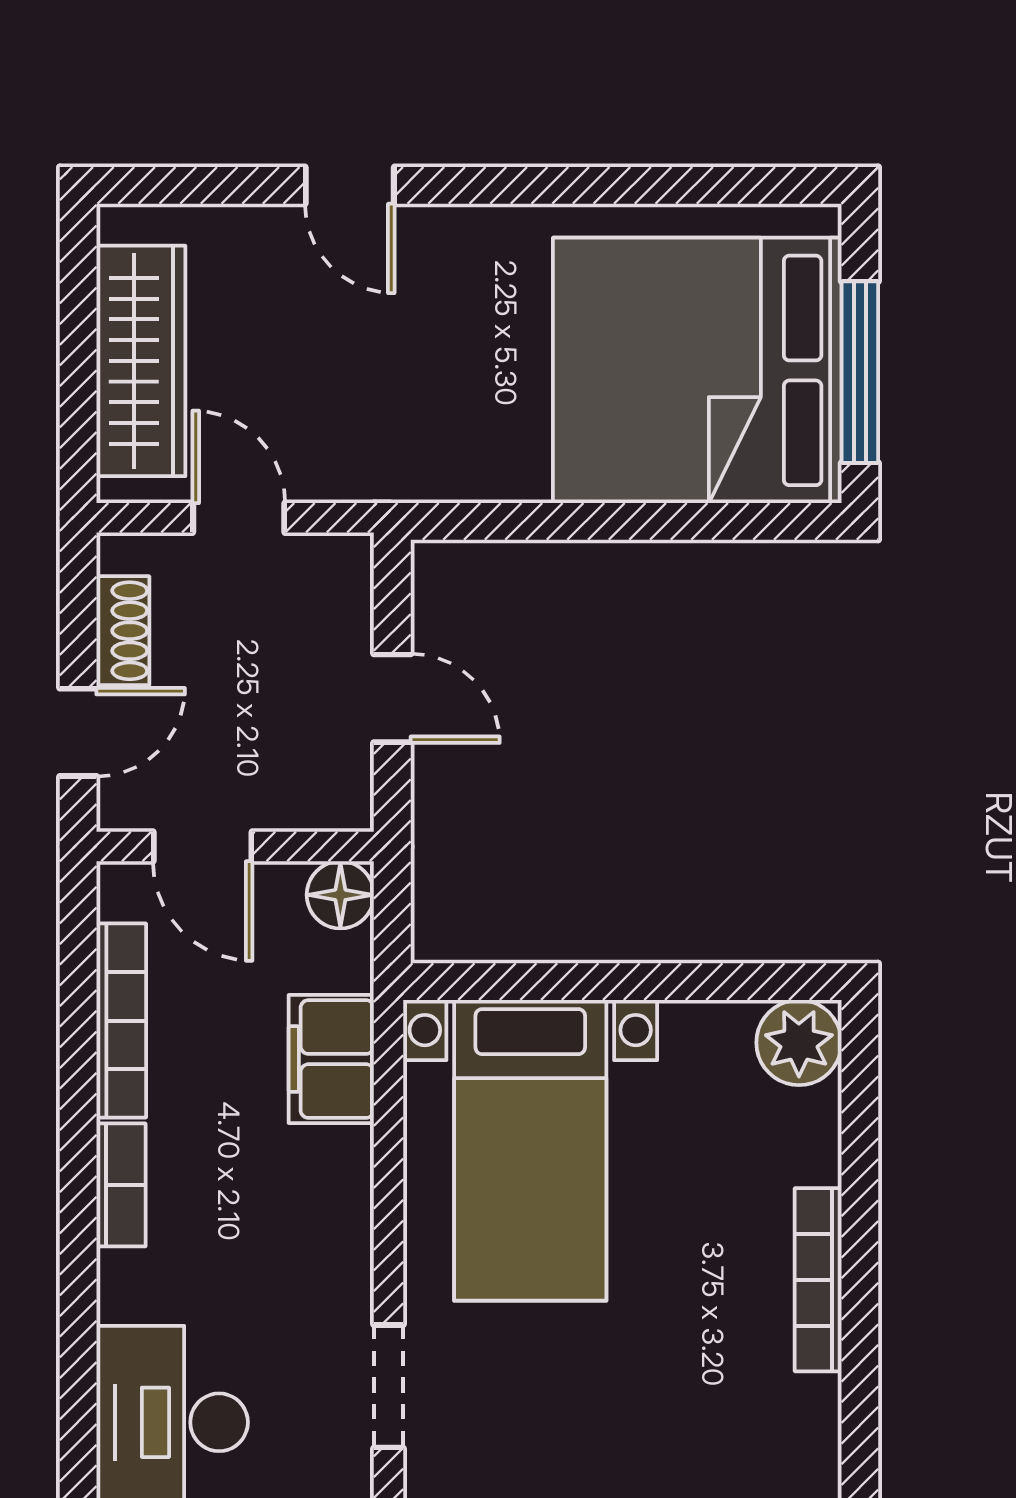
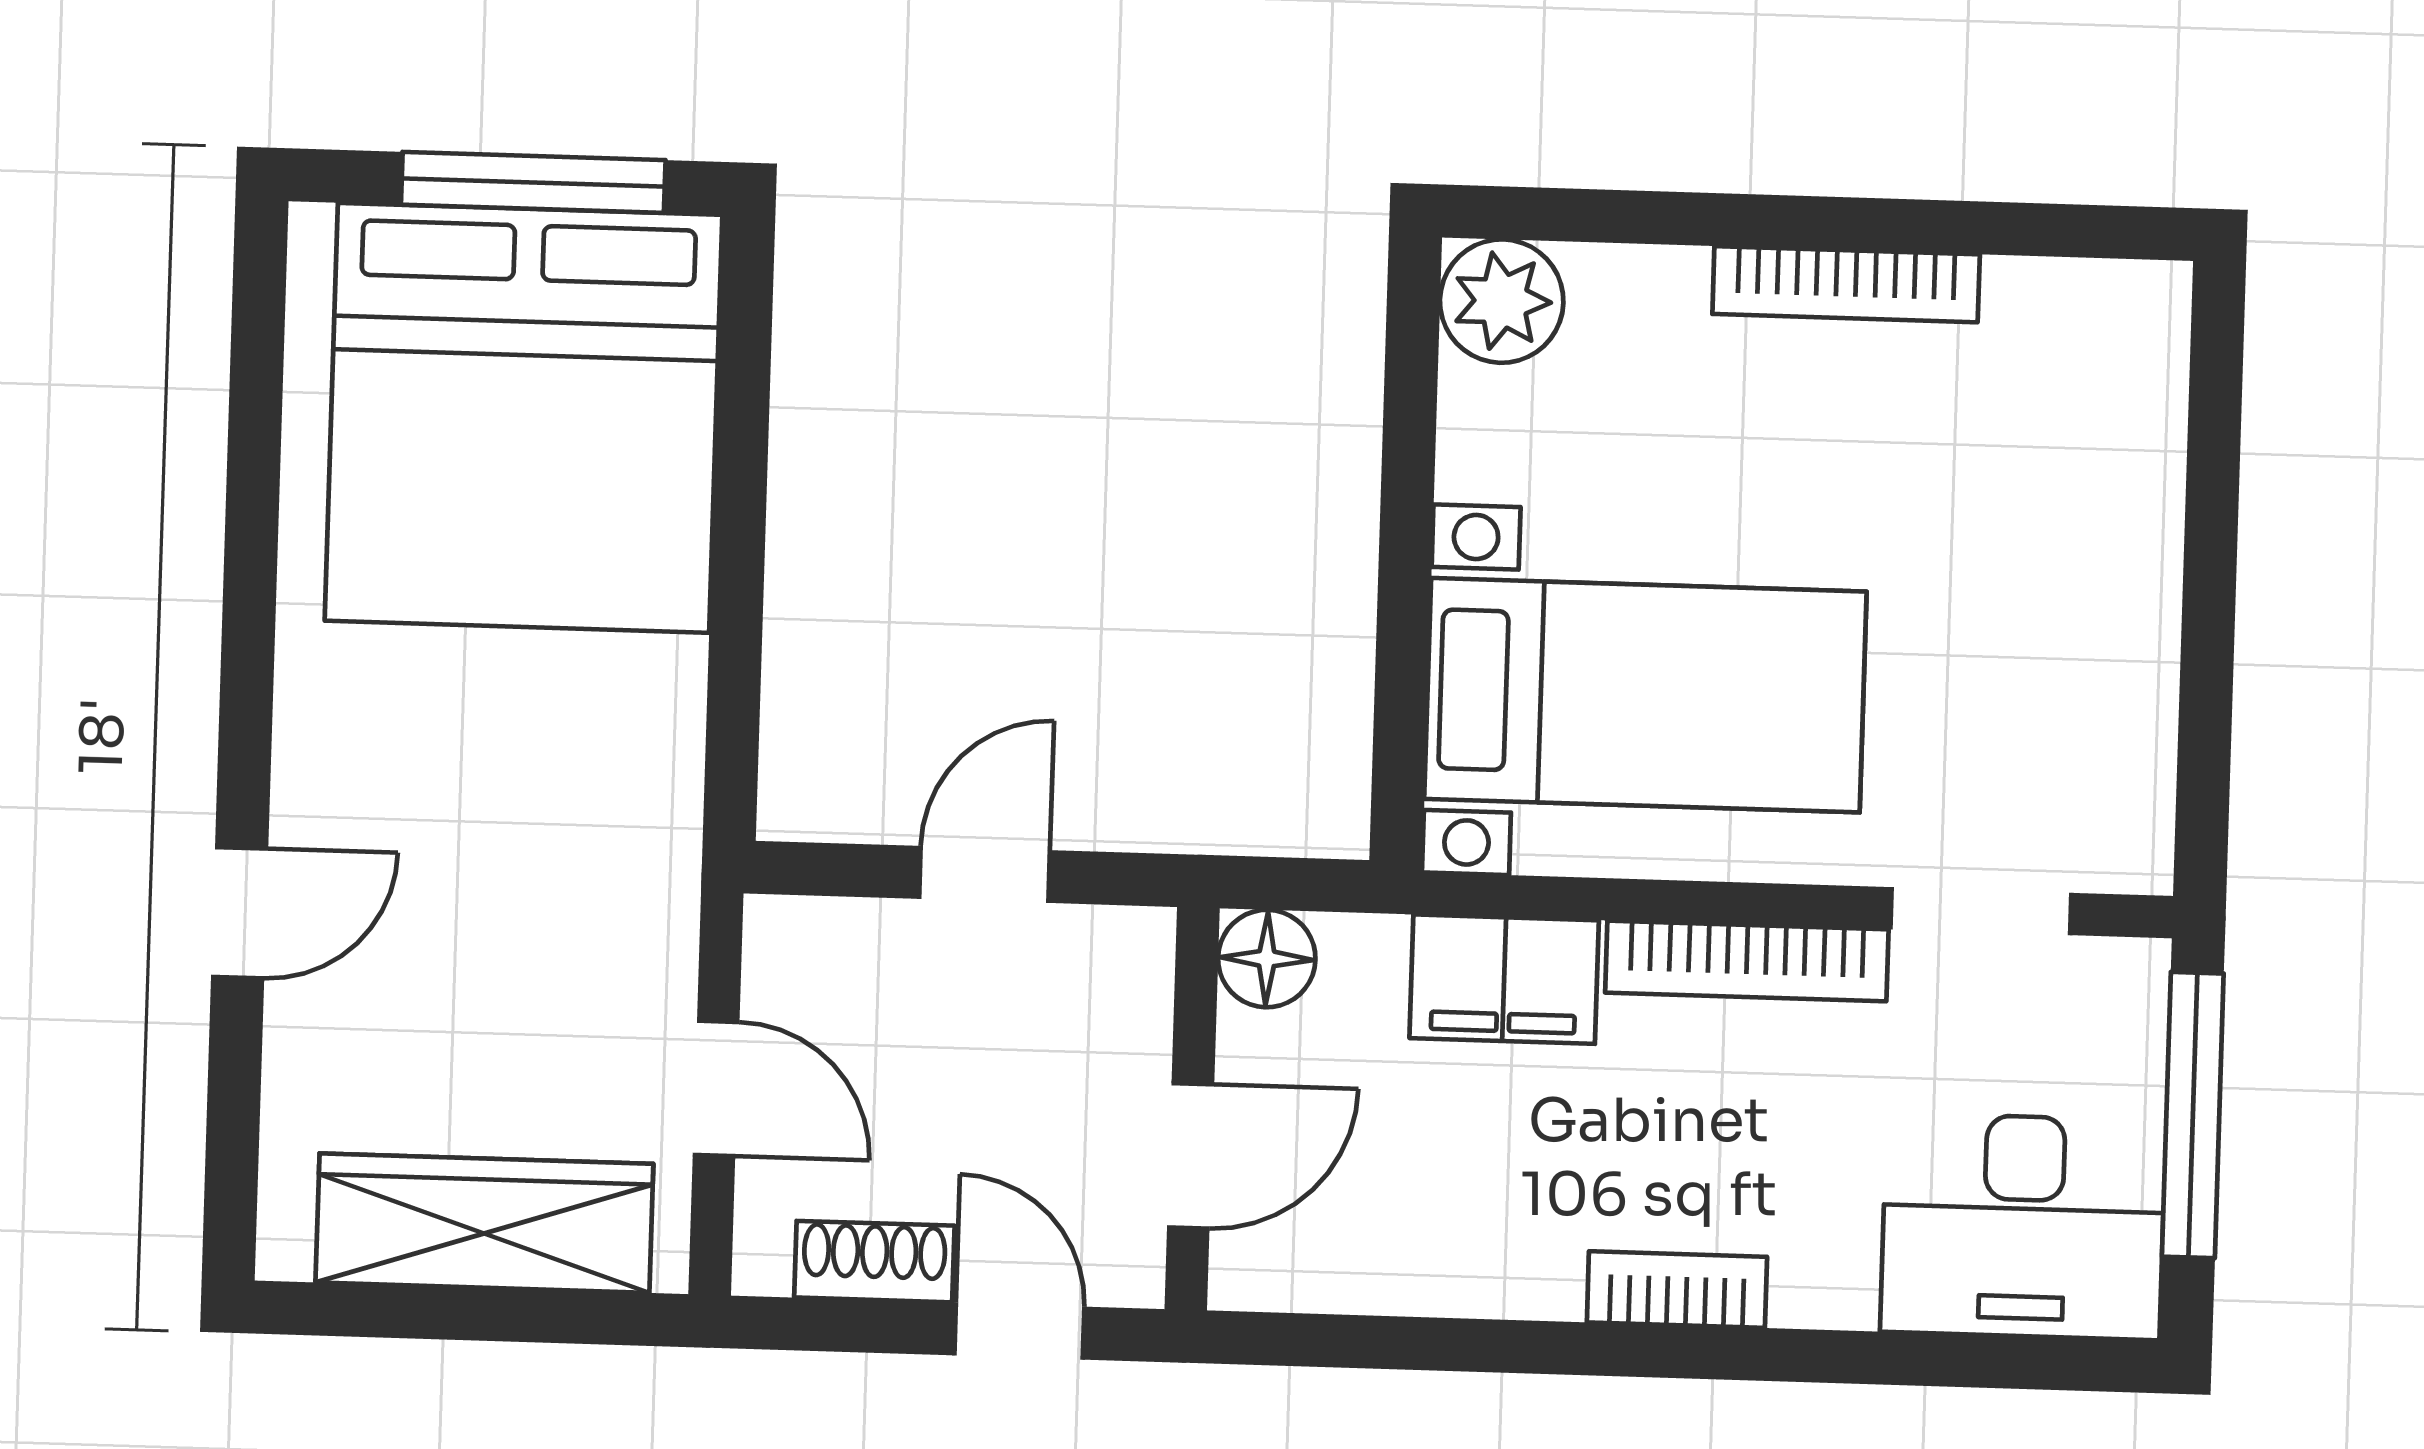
door: (239, 518) -> (716, 1088), swing flipped
bookcase: (121, 1021) -> (1747, 961), moved, turned 180

